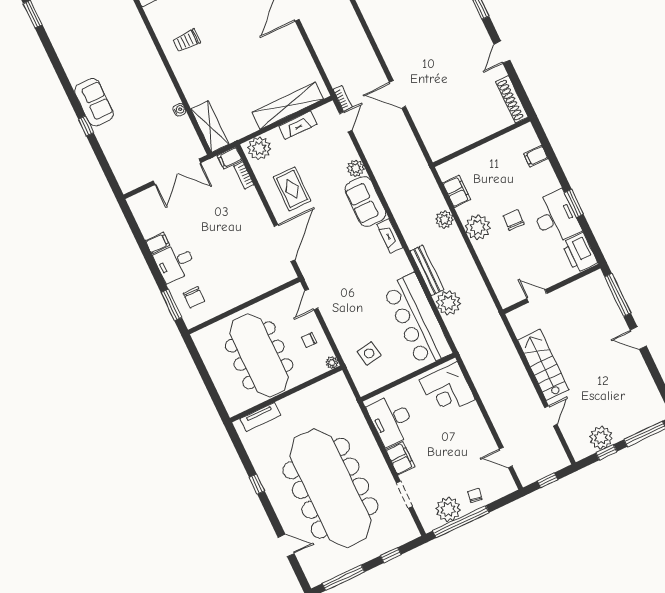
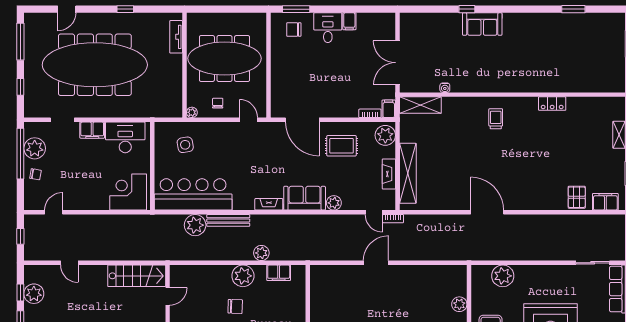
stairs: (543, 365) -> (137, 276), moved

